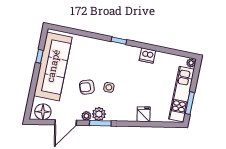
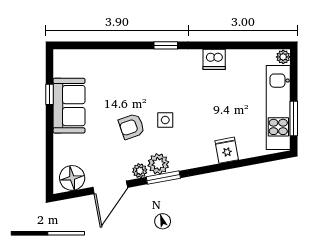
sofa: (53, 66) -> (69, 106), width x0.54, depth x0.79

